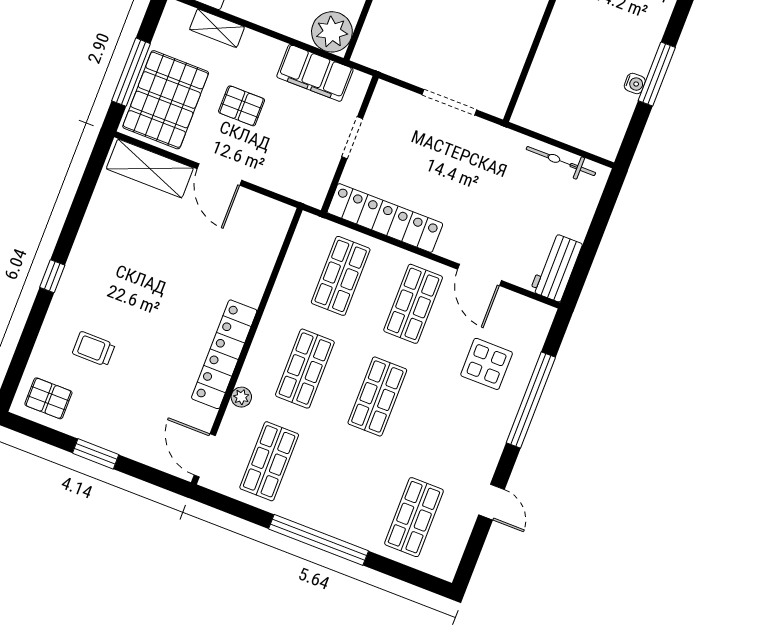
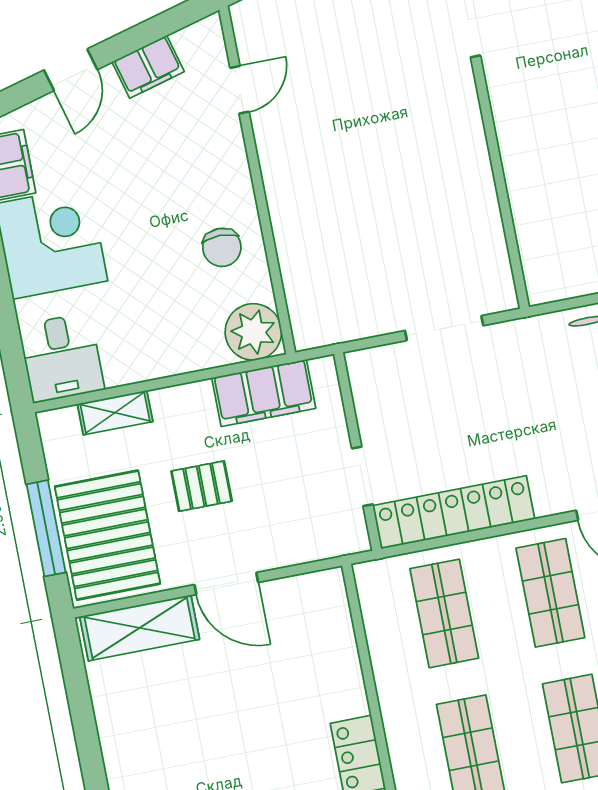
doorway: (352, 138) -> (362, 476), moved

